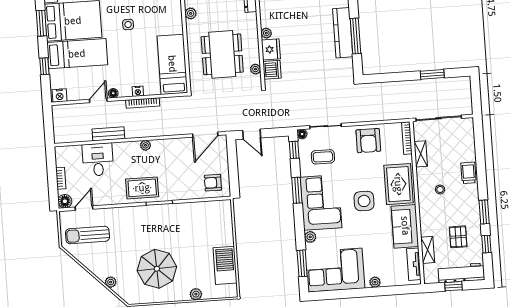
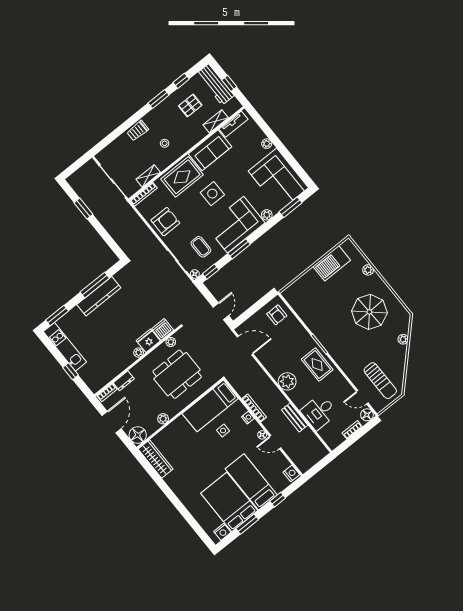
side table: (128, 24) -> (223, 431), moved
plant: (146, 145) -> (287, 381), width x1.87, depth x1.87

